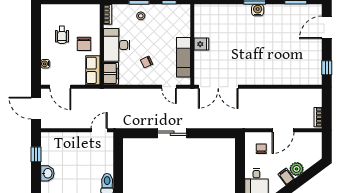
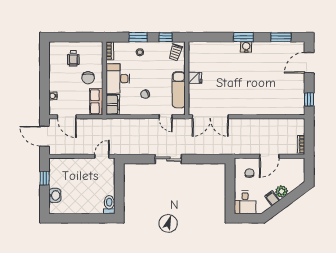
trolley: (180, 16) -> (175, 52), added
wheelchair: (62, 35) -> (73, 58), moved

